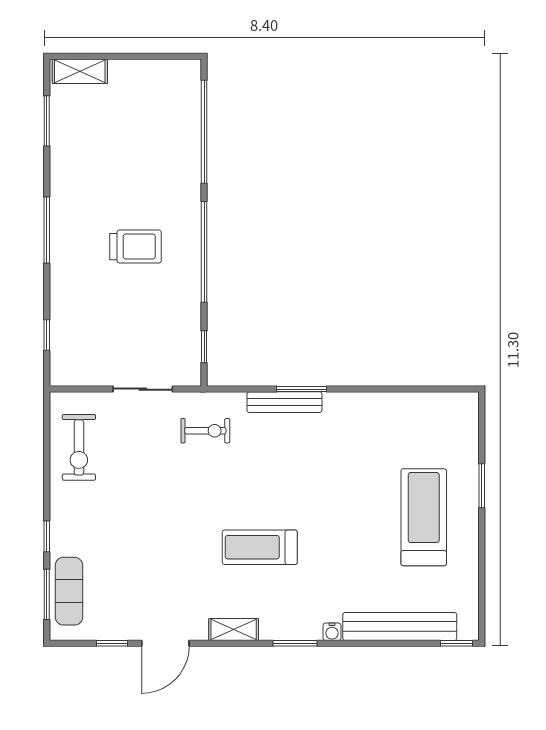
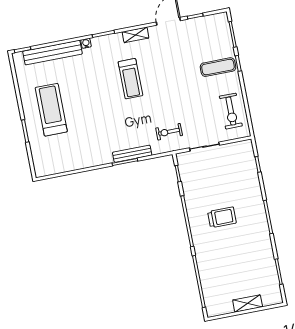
shelving: (80, 71) -> (248, 303), moved
trolley: (136, 247) -> (222, 217), turned 180
exercise bike: (79, 447) -> (231, 111), turned 180
treadmill: (424, 517) -> (51, 110), turned 180
treadmill: (260, 547) -> (130, 79), turned 90
exercise mat: (69, 591) -> (218, 67), moved, turned 90

